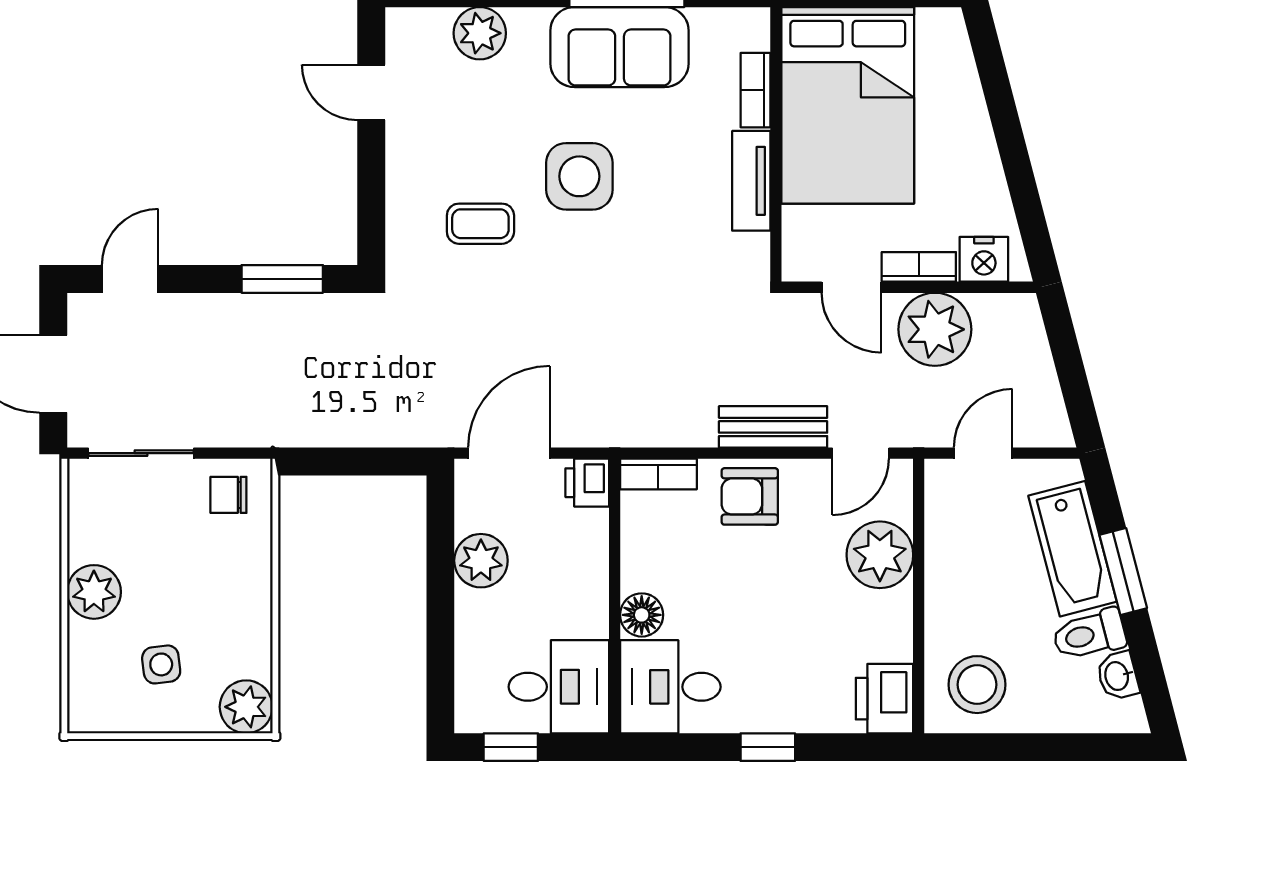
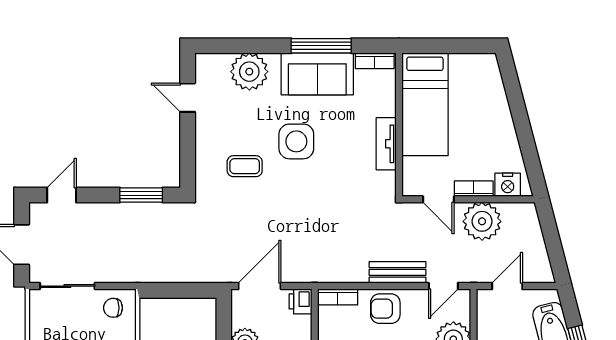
plant: (480, 33) -> (249, 72), width x1.36, depth x1.36
bookcase: (755, 90) -> (375, 61), moved, turned -90
bed: (848, 105) -> (425, 104), width x0.67

